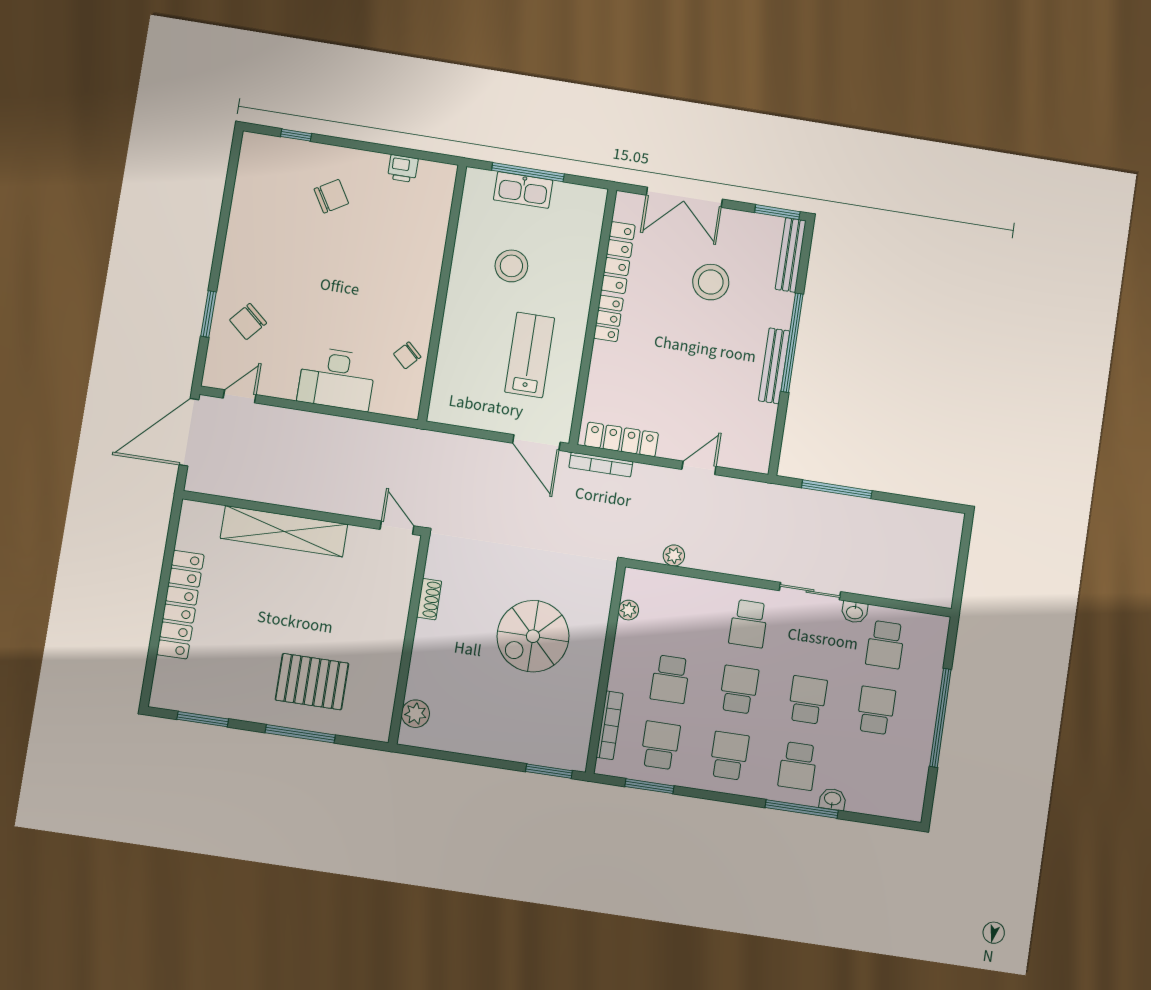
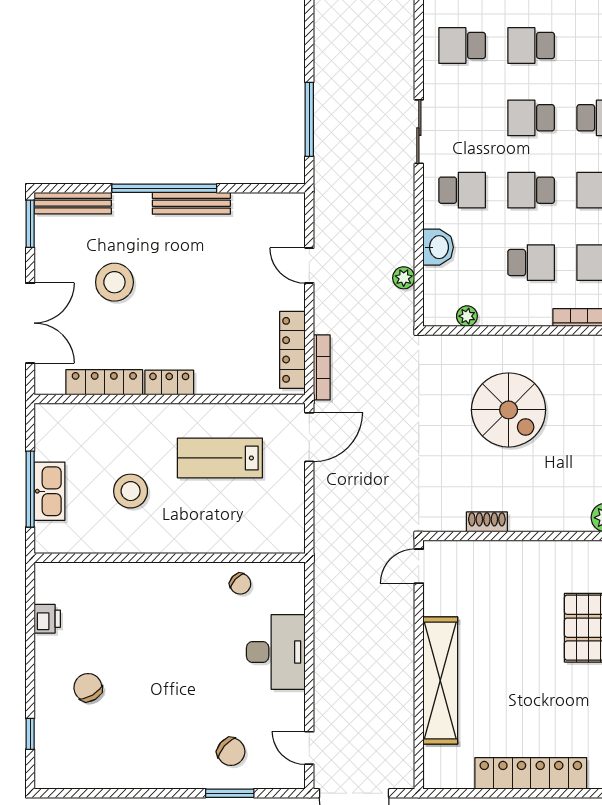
washbasin: (855, 612) -> (438, 247), moved, width x1.38, depth x1.45
school desk: (885, 645) -> (462, 45), turned 180

